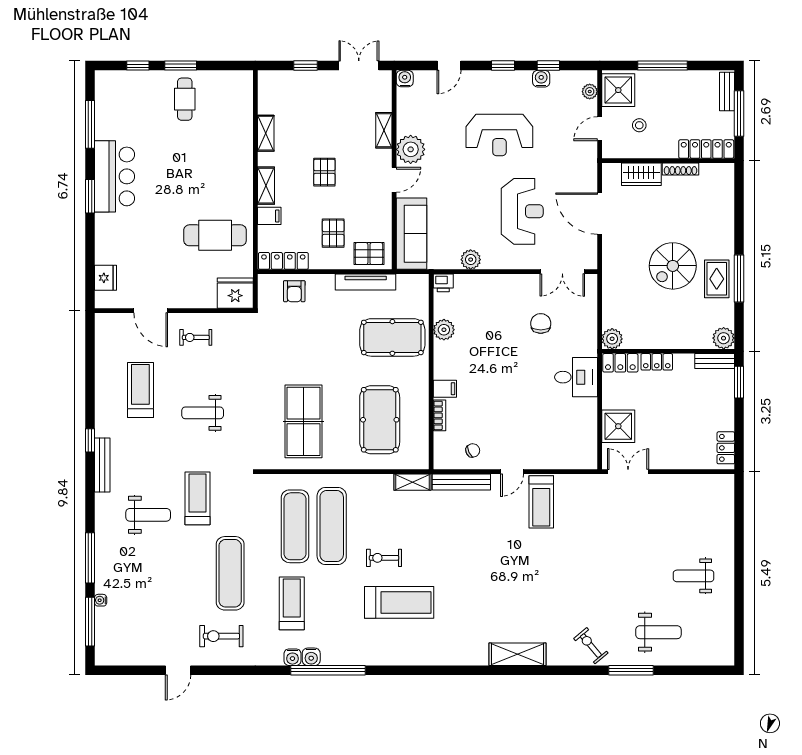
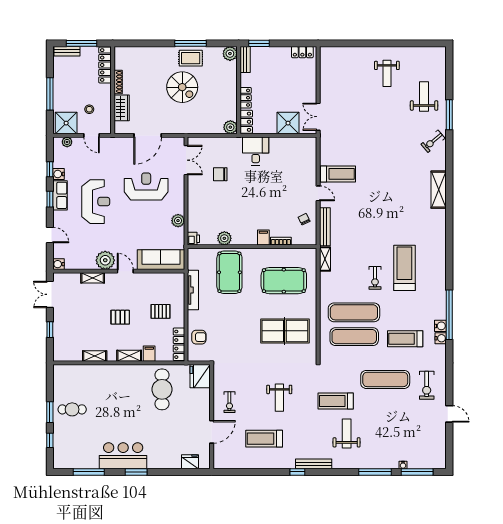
row of seats: (509, 81) -> (60, 195), added
pallet: (369, 254) -> (174, 288), removed

